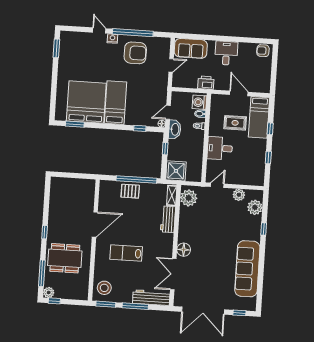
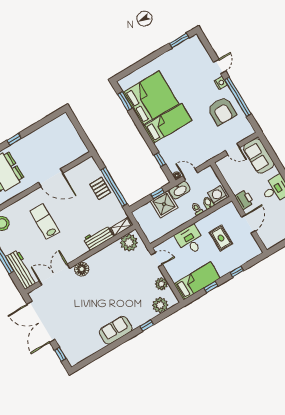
printer: (206, 83) -> (244, 200), moved
bed: (259, 117) -> (197, 281), moved, turned 180
shower: (176, 171) -> (164, 204), moved
sofa: (247, 269) -> (116, 330), width x0.54, depth x0.79

